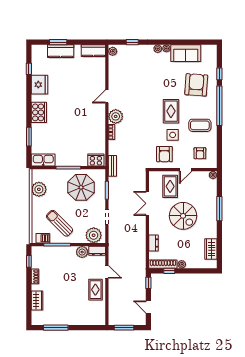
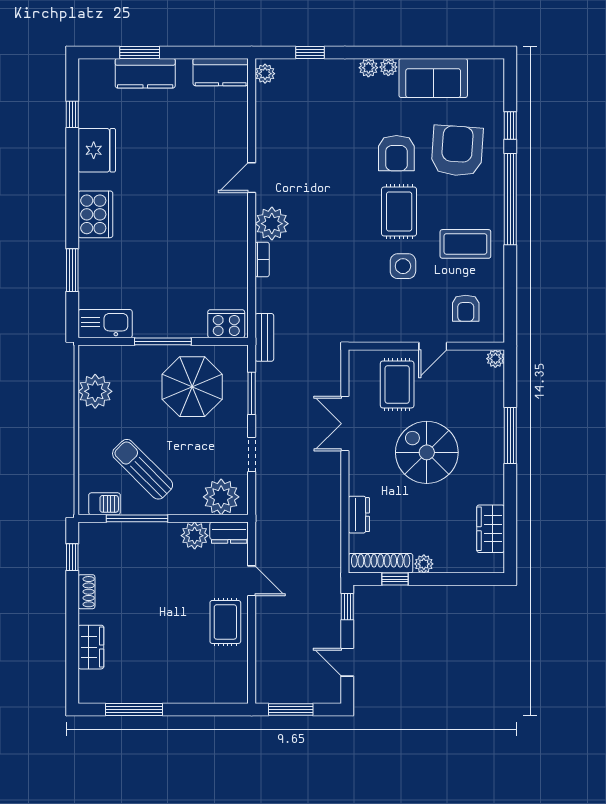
armchair: (164, 154) -> (396, 153), moved
spiral stairs: (183, 216) -> (427, 452), turned 180

